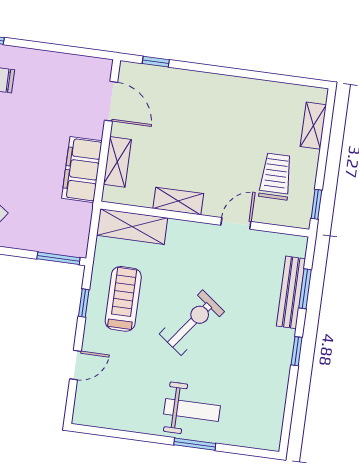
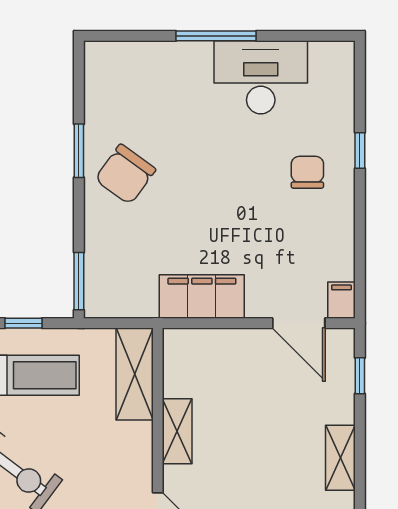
filing cabinet: (98, 68) -> (341, 300), added
door: (111, 101) -> (299, 323), hinge flipped
shelving: (117, 162) -> (340, 458), moved, turned 90

